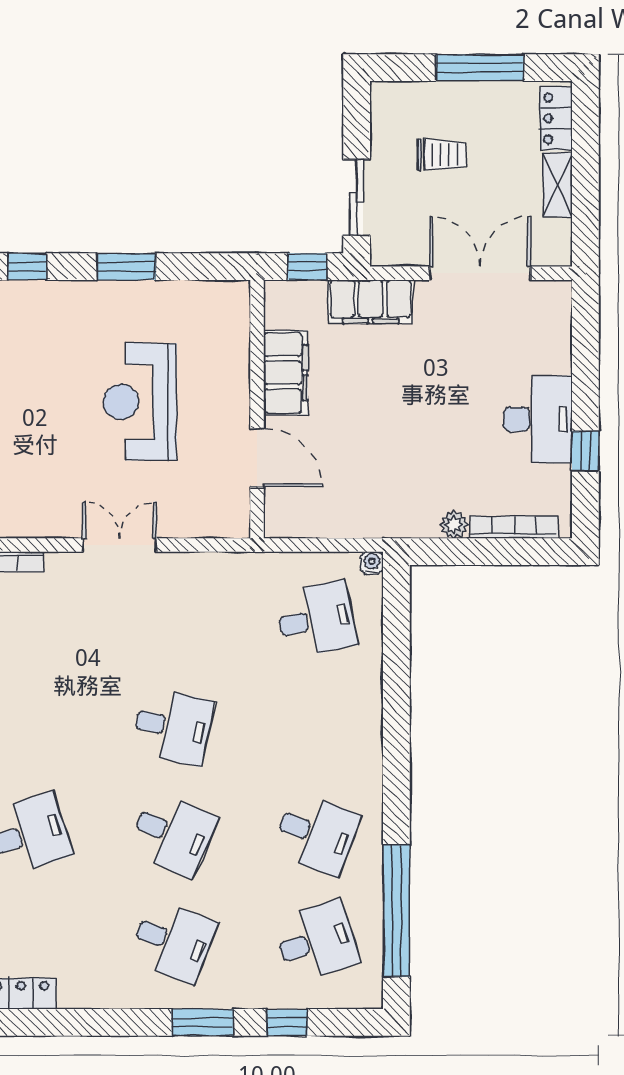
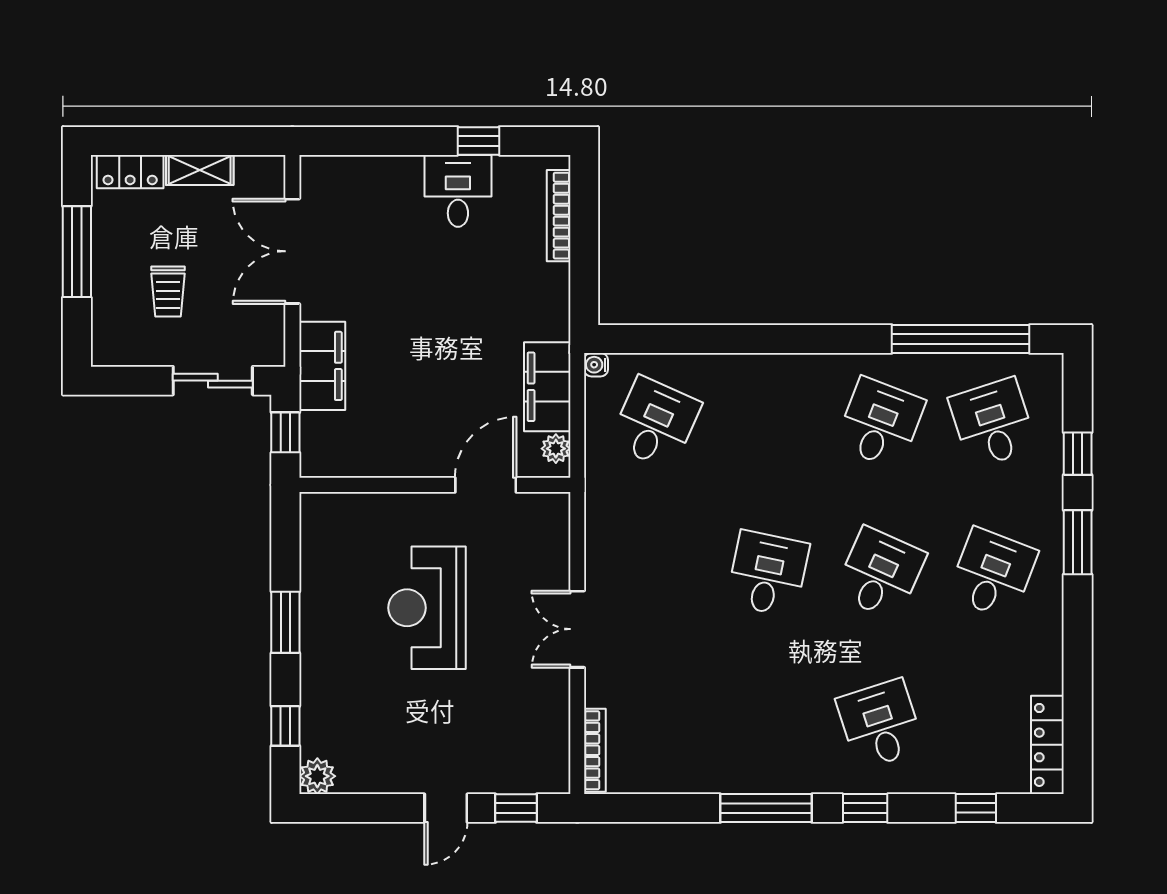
trolley: (442, 155) -> (168, 292), turned 180
filing cabinet: (286, 373) -> (547, 387), moved, turned -90
reception desk: (140, 402) -> (427, 608), turned 90
desk: (538, 419) -> (458, 191), width x0.73
plant: (454, 525) -> (556, 449), moved
desk: (316, 619) -> (655, 423), turned 36

